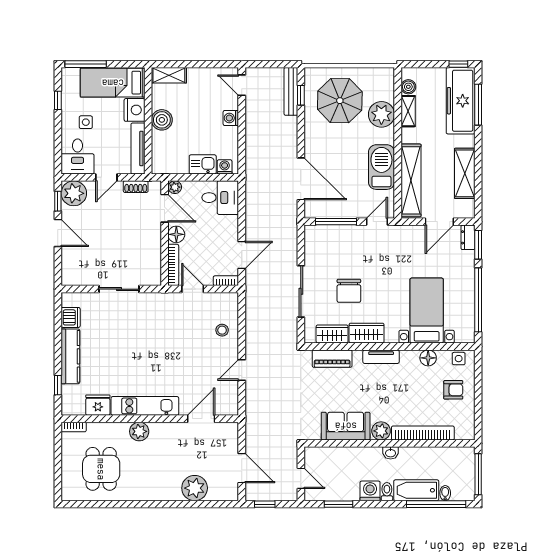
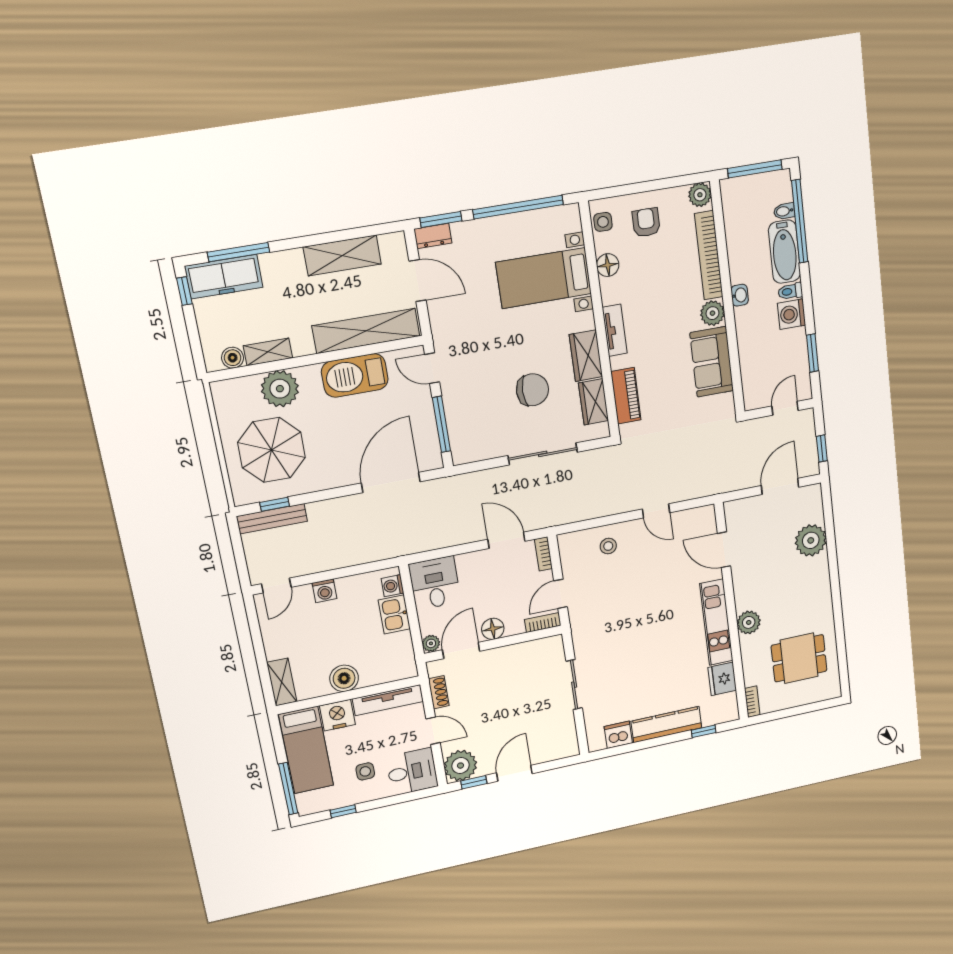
freezer: (461, 101) -> (224, 277), width x0.73, depth x0.79
bookcase: (173, 265) -> (543, 622), width x0.64
plant: (466, 432) -> (700, 195), added

